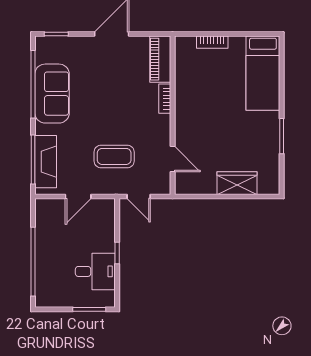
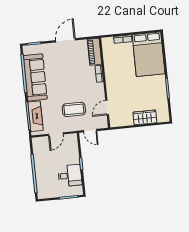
bed: (263, 73) -> (149, 54), width x1.50
sofa: (52, 94) -> (35, 77), width x1.36
door: (173, 159) -> (107, 107), swing flipped

